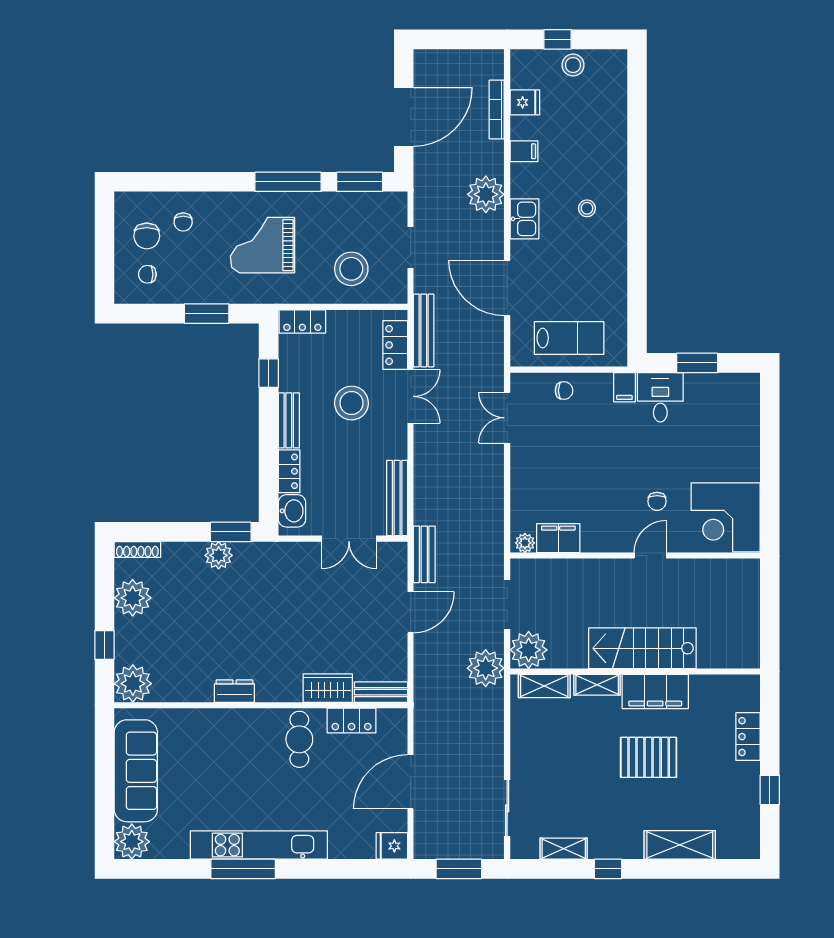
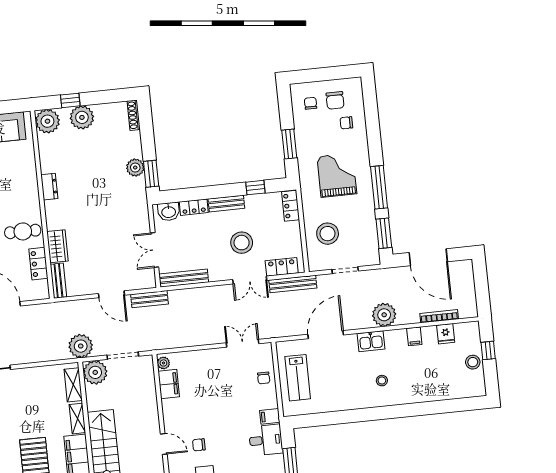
chair: (147, 236) -> (335, 100), turned -90
plant: (133, 598) -> (82, 117), moved

